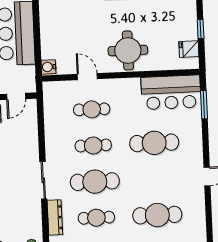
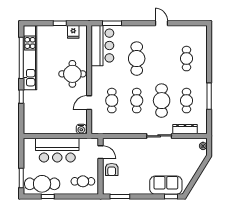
cafe table: (157, 215) -> (186, 59), width x0.73, depth x0.74

